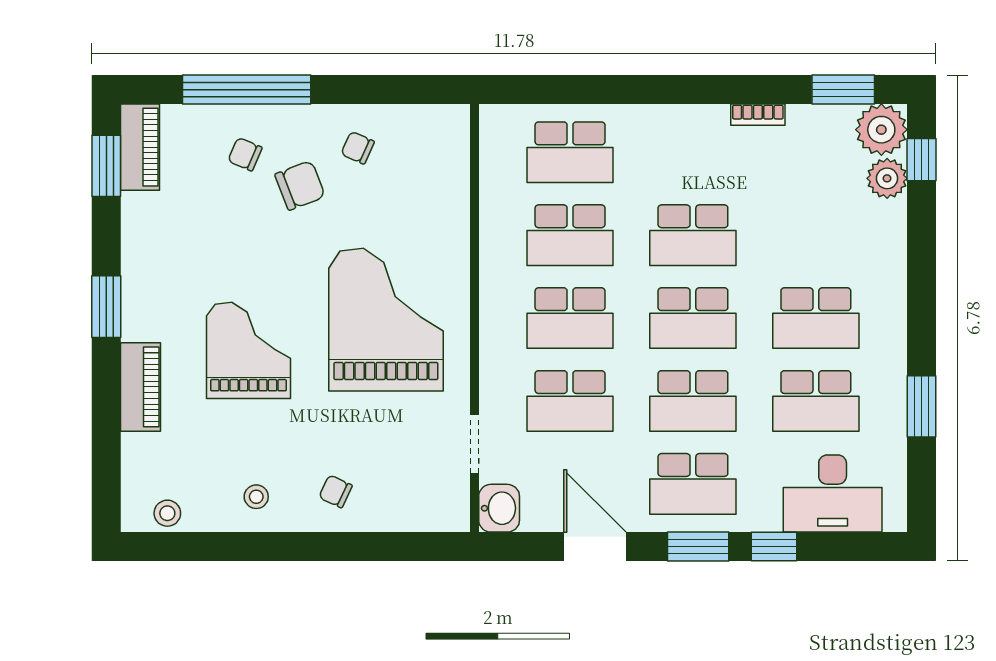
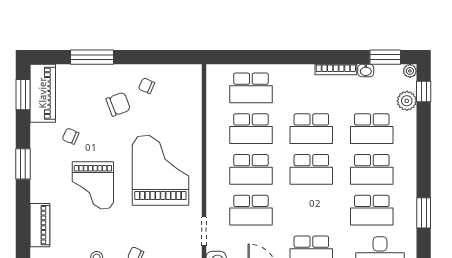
window: (247, 90) -> (92, 57), width x0.68
bookcase: (758, 115) -> (336, 69), width x1.56
washbasin: (804, 117) -> (366, 70), added
plant: (881, 130) -> (410, 71), width x0.53, depth x0.53
piano: (140, 147) -> (43, 93), width x1.37, depth x1.33
chair: (245, 154) -> (71, 136), moved
grand piano: (248, 350) -> (93, 185), turned 180
piano: (141, 387) -> (40, 225), moved
school desk: (693, 401) -> (372, 129), moved

